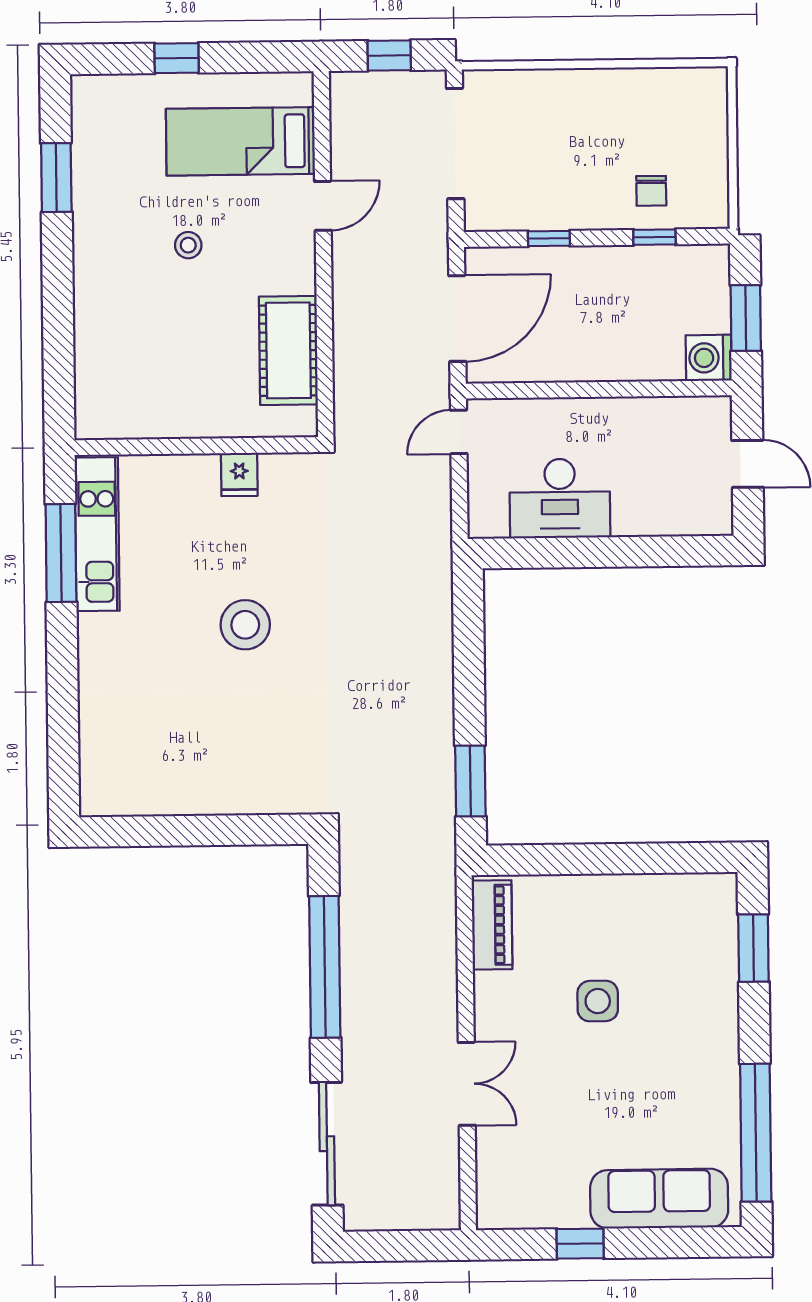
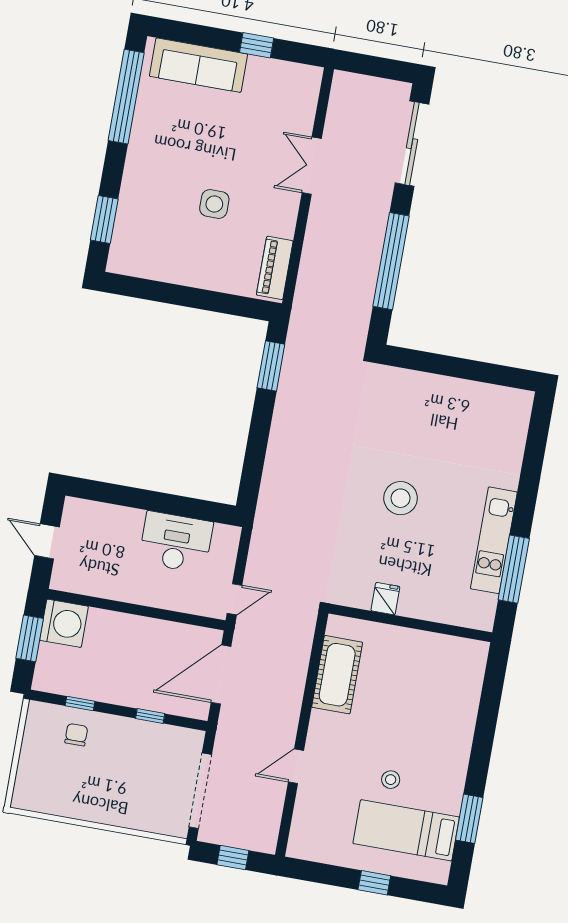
bed: (240, 141) -> (406, 830), moved, turned 180
stool: (188, 245) -> (391, 780), moved
washing machine: (709, 358) -> (64, 623), width x1.37, depth x1.37
kitchen unit: (97, 534) -> (494, 540), moved

